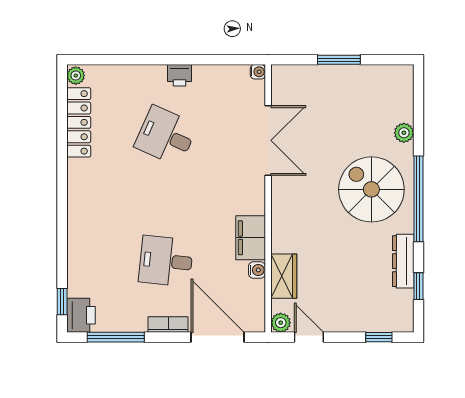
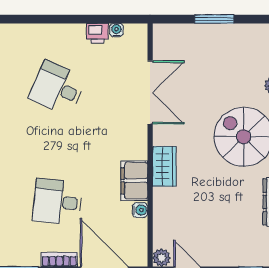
water cooler: (258, 72) -> (116, 30), moved, turned -90
printer: (180, 75) -> (97, 33), moved
wardrobe: (284, 276) -> (164, 166), moved

